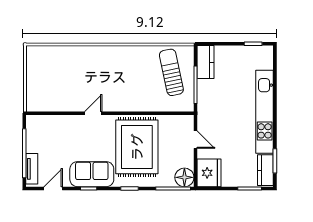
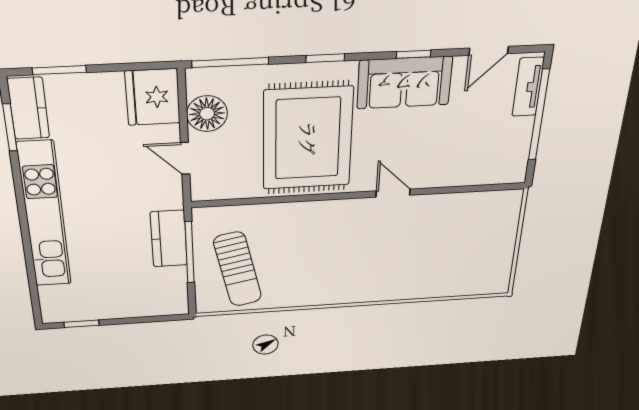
kitchen counter: (205, 62) -> (169, 239), moved
door: (93, 113) -> (393, 193), swing flipped
floor lamp: (184, 177) -> (207, 114), moved

